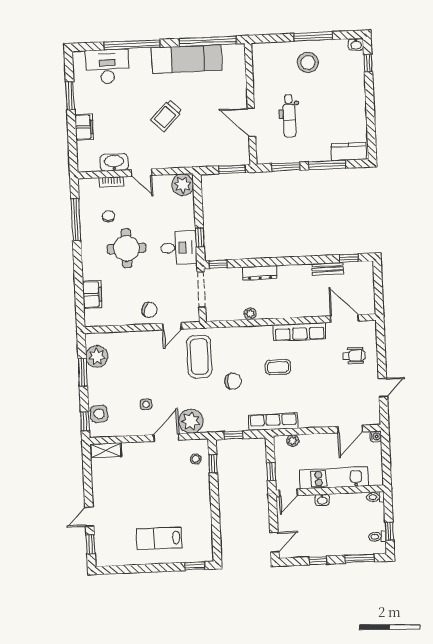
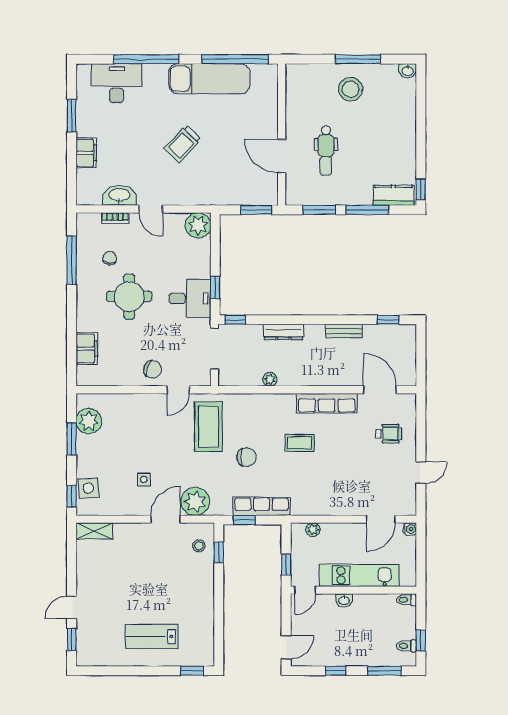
window: (368, 63) -> (421, 189), moved
bench: (328, 269) -> (344, 331), moved
row of seats: (273, 422) -> (262, 506), moved

